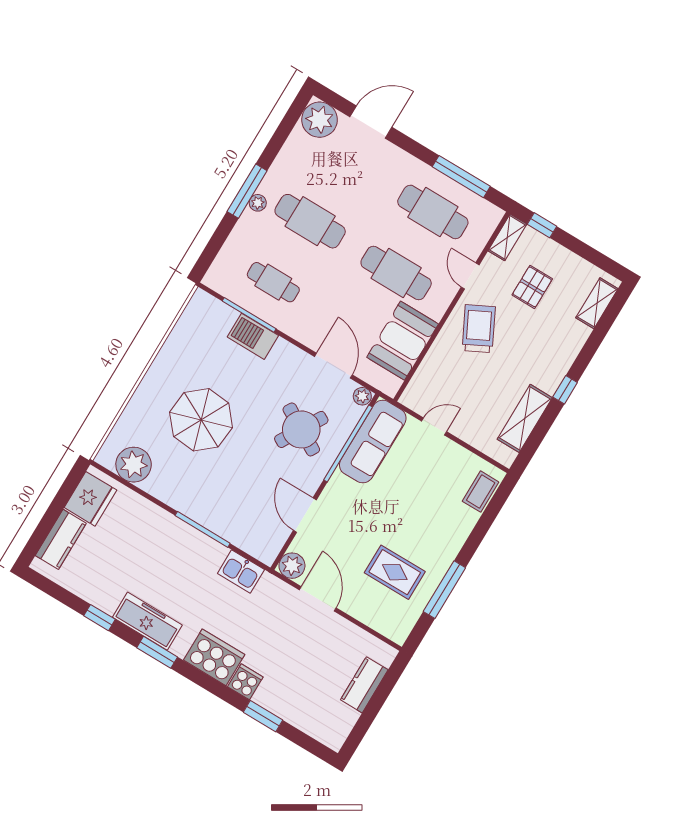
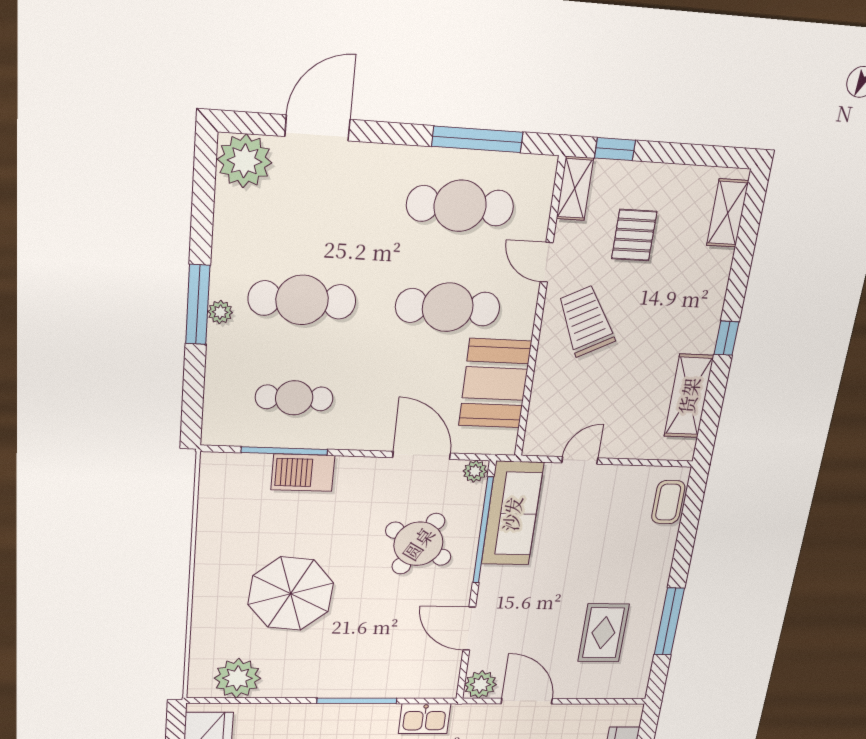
rug: (395, 572) -> (603, 633), turned 90

